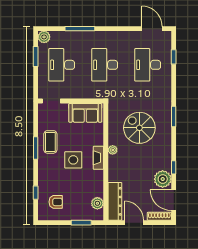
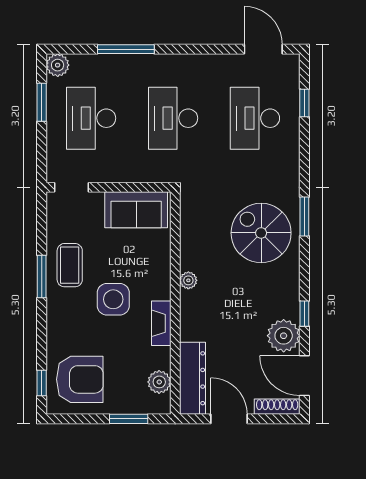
spiral stairs: (139, 128) -> (261, 233), moved
fireplace: (98, 158) -> (161, 323), moved
window: (36, 193) -> (42, 383), moved
armchair: (56, 202) -> (80, 379), width x1.88, depth x1.88

